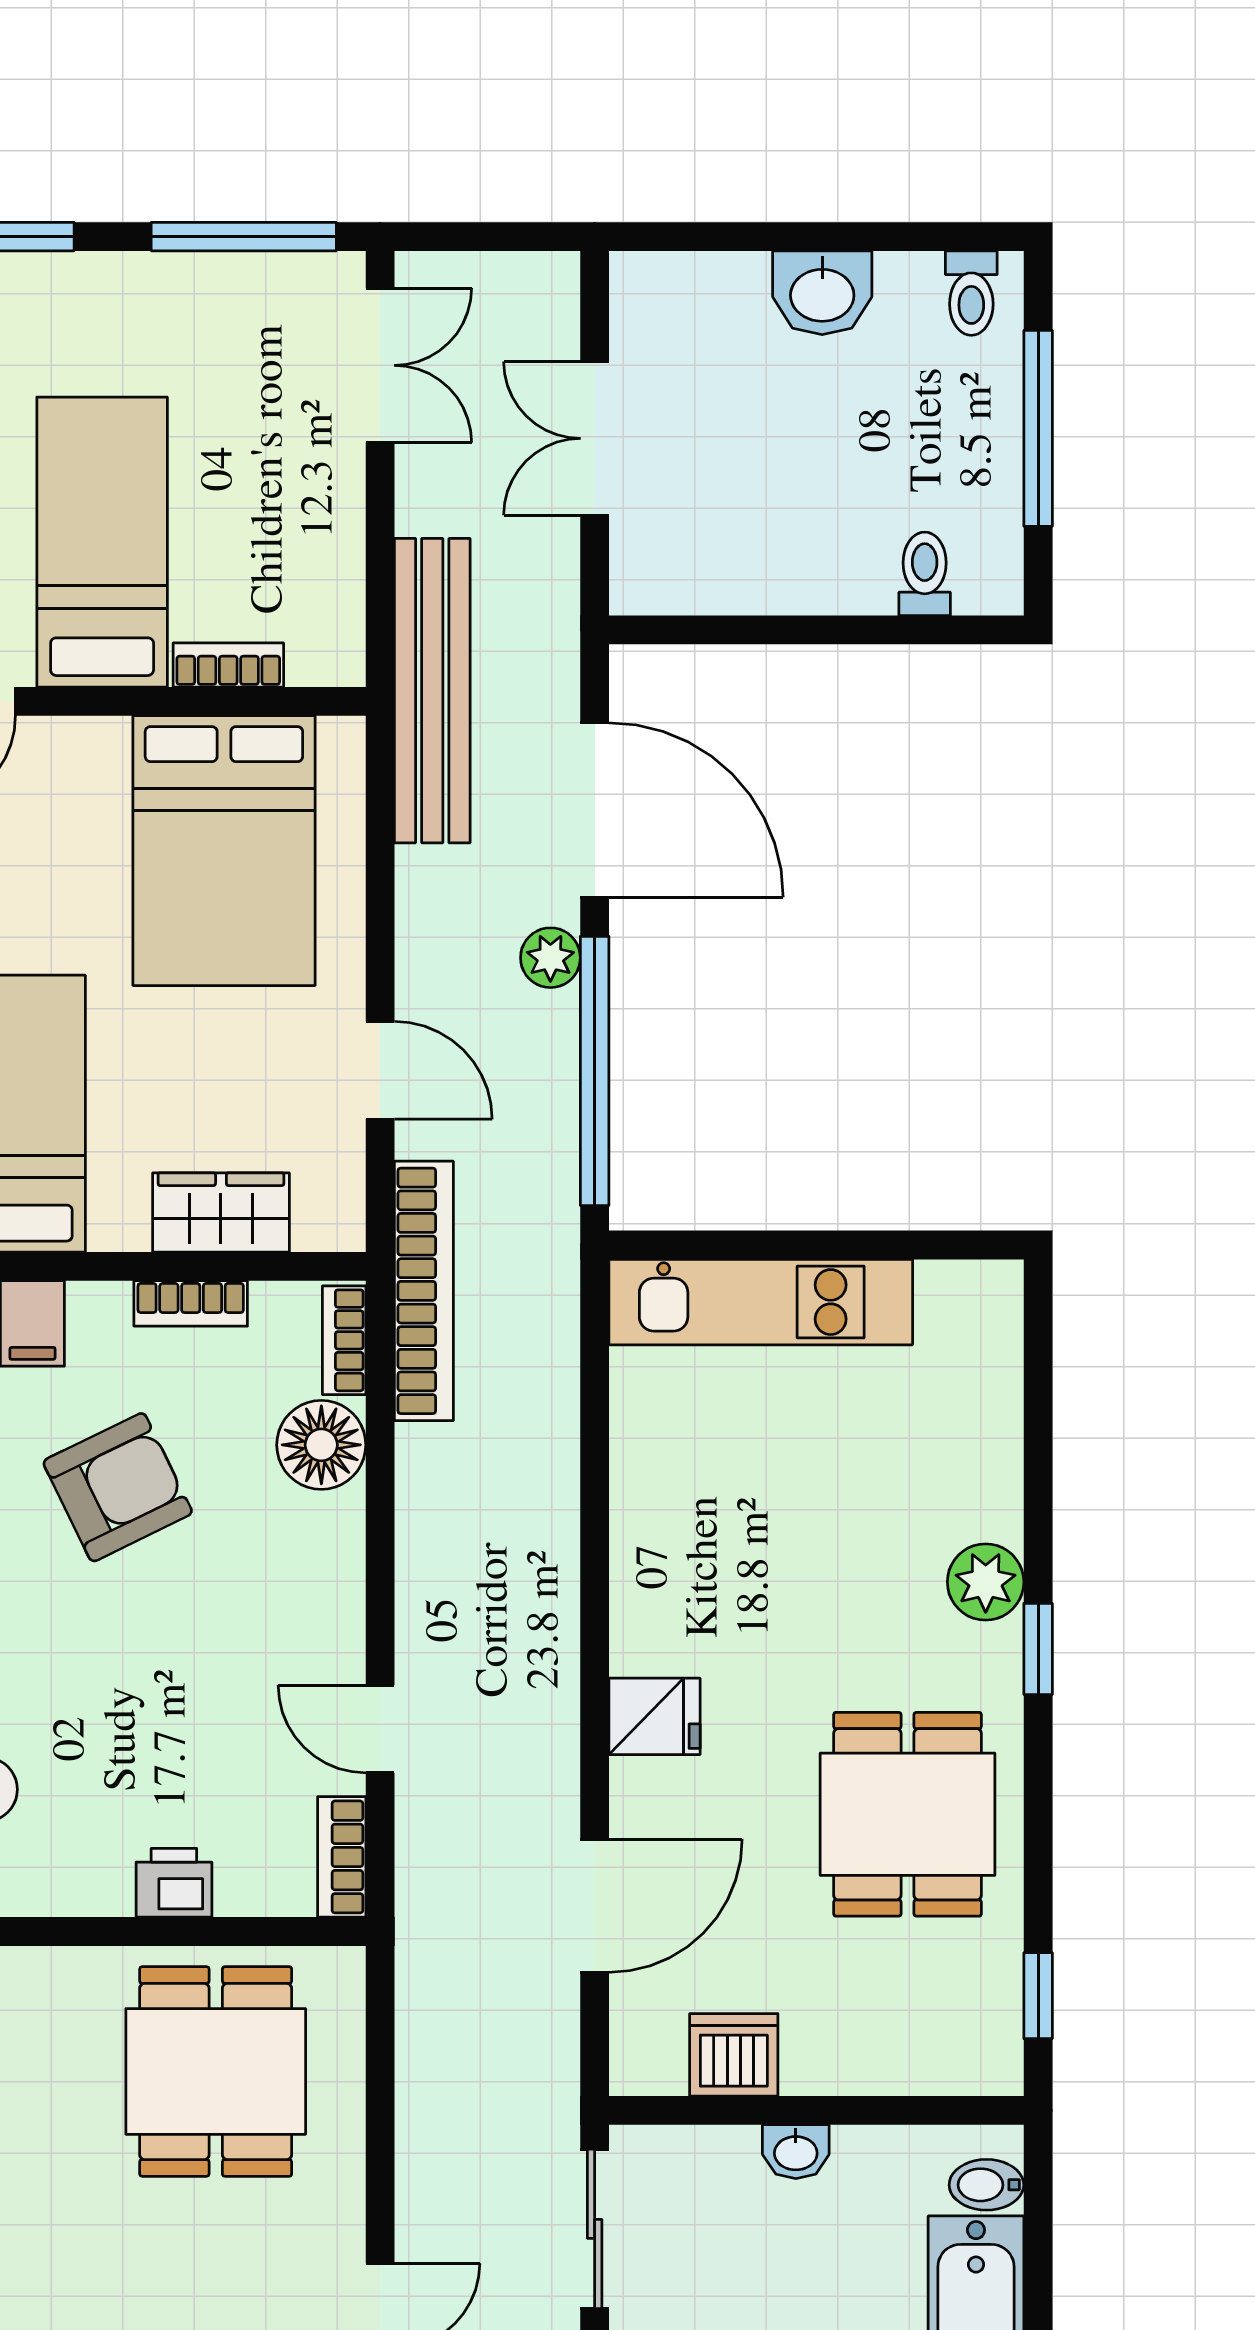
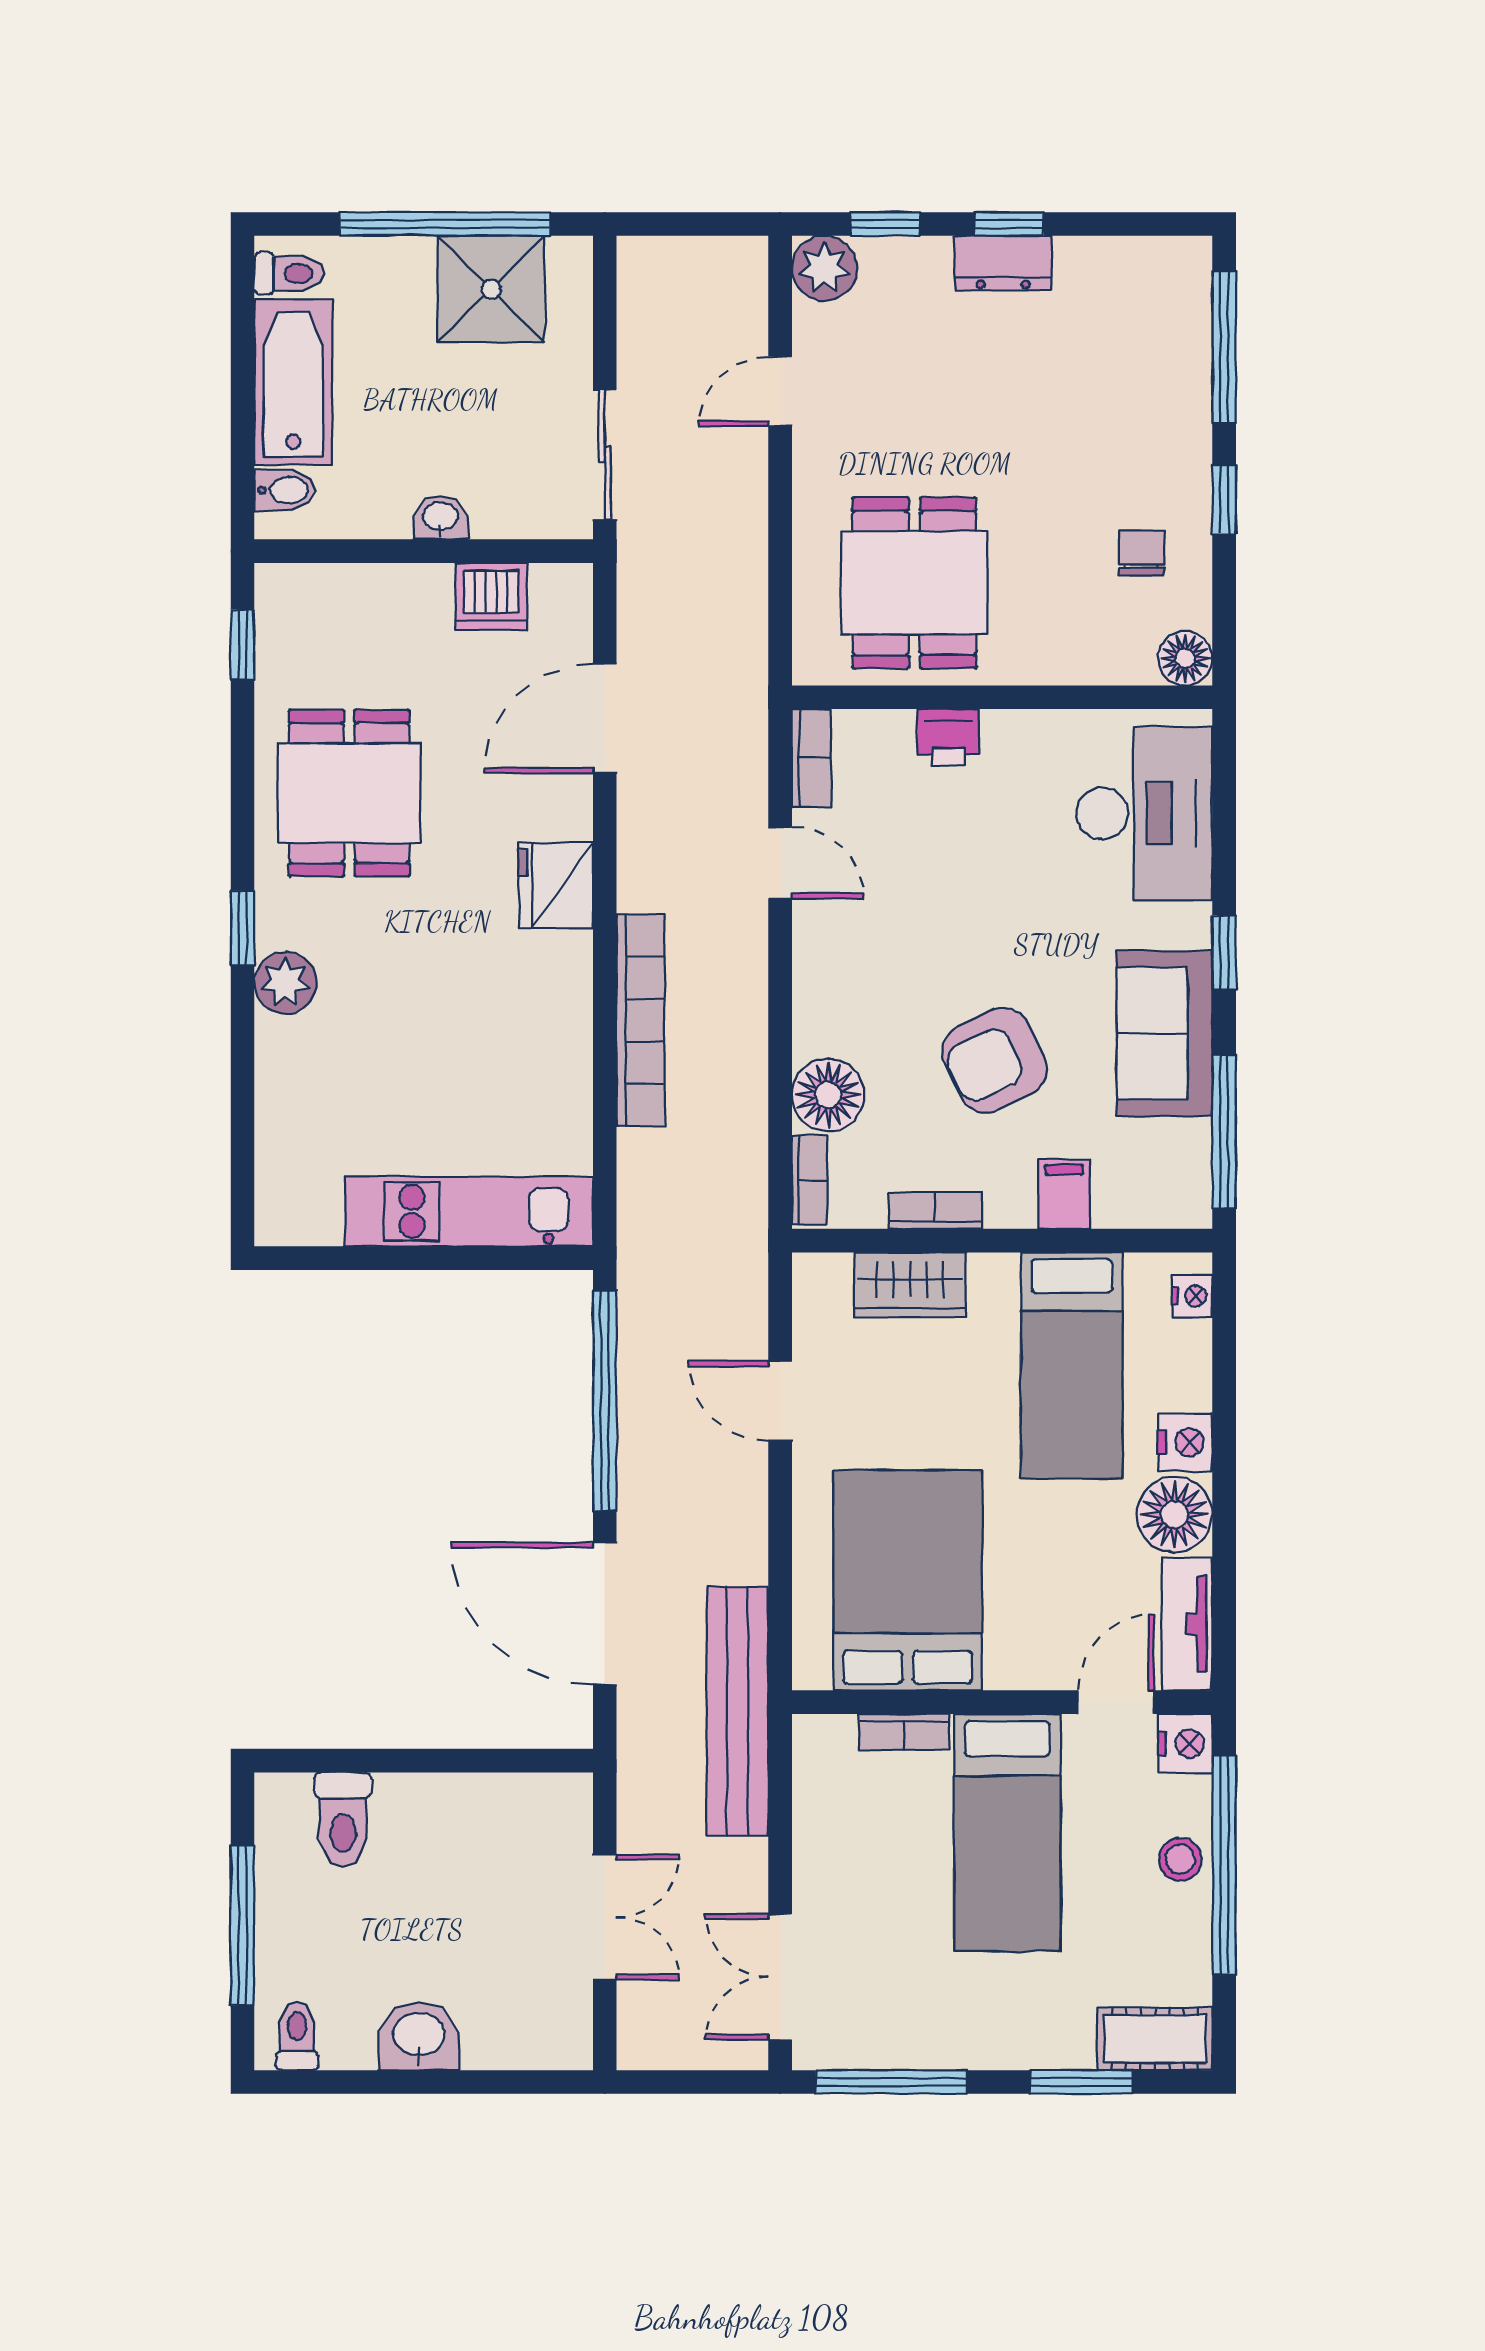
toilet: (925, 574) -> (343, 1820), width x1.37, depth x1.39
plant: (550, 958) -> (641, 1493), removed
bookcase: (424, 1291) -> (641, 1021), moved, turned 180
fridge: (654, 1716) -> (556, 885), width x1.38

